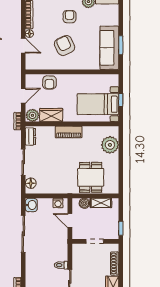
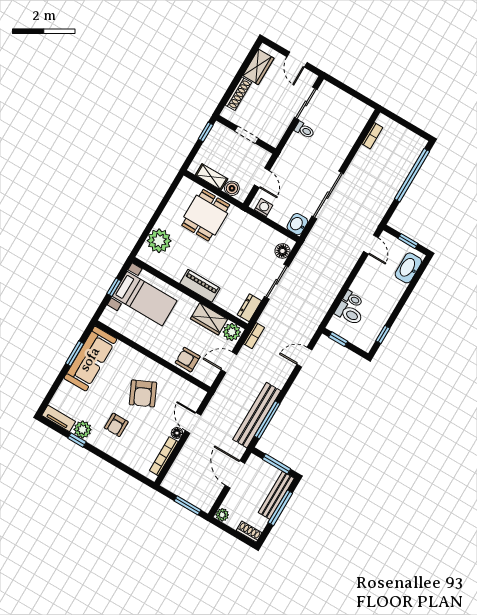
armchair: (49, 82) -> (188, 360), turned -90

